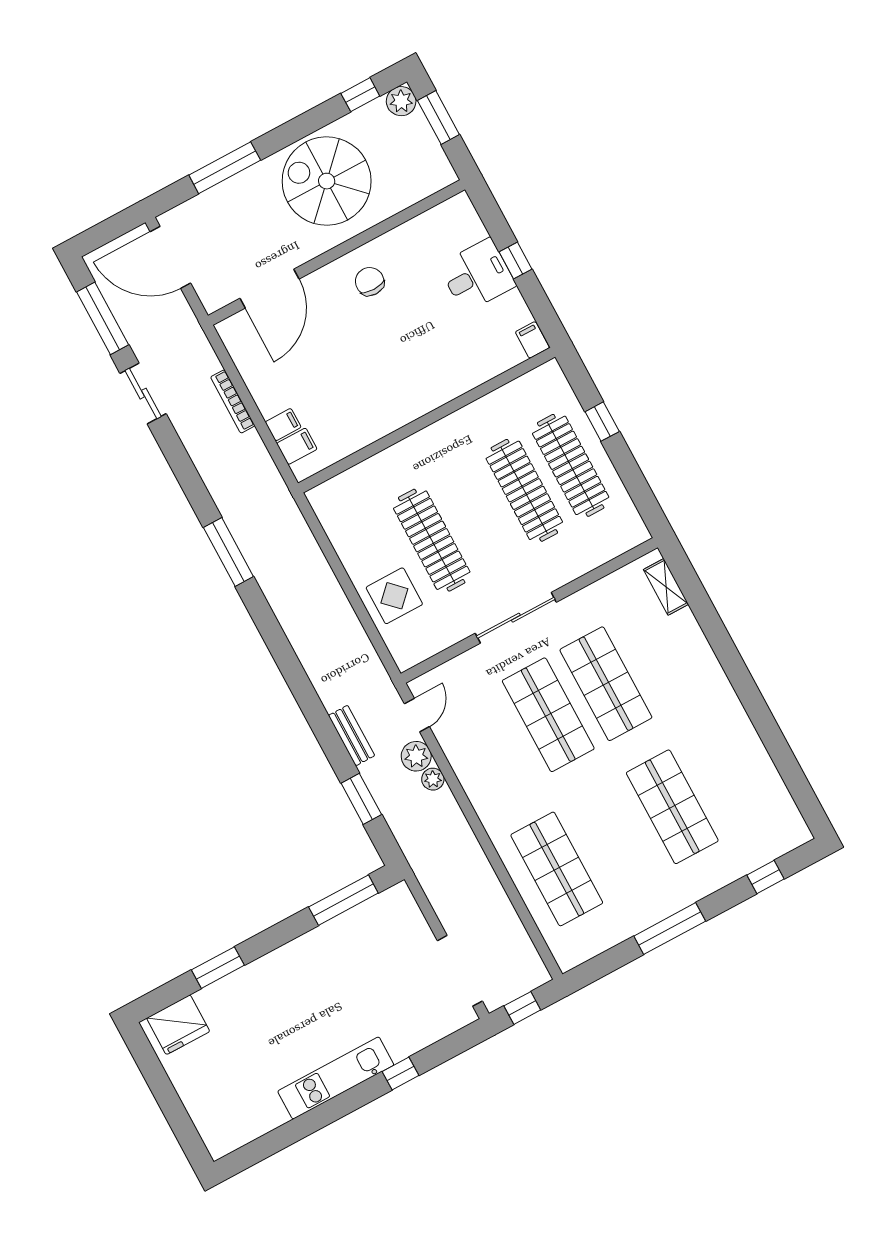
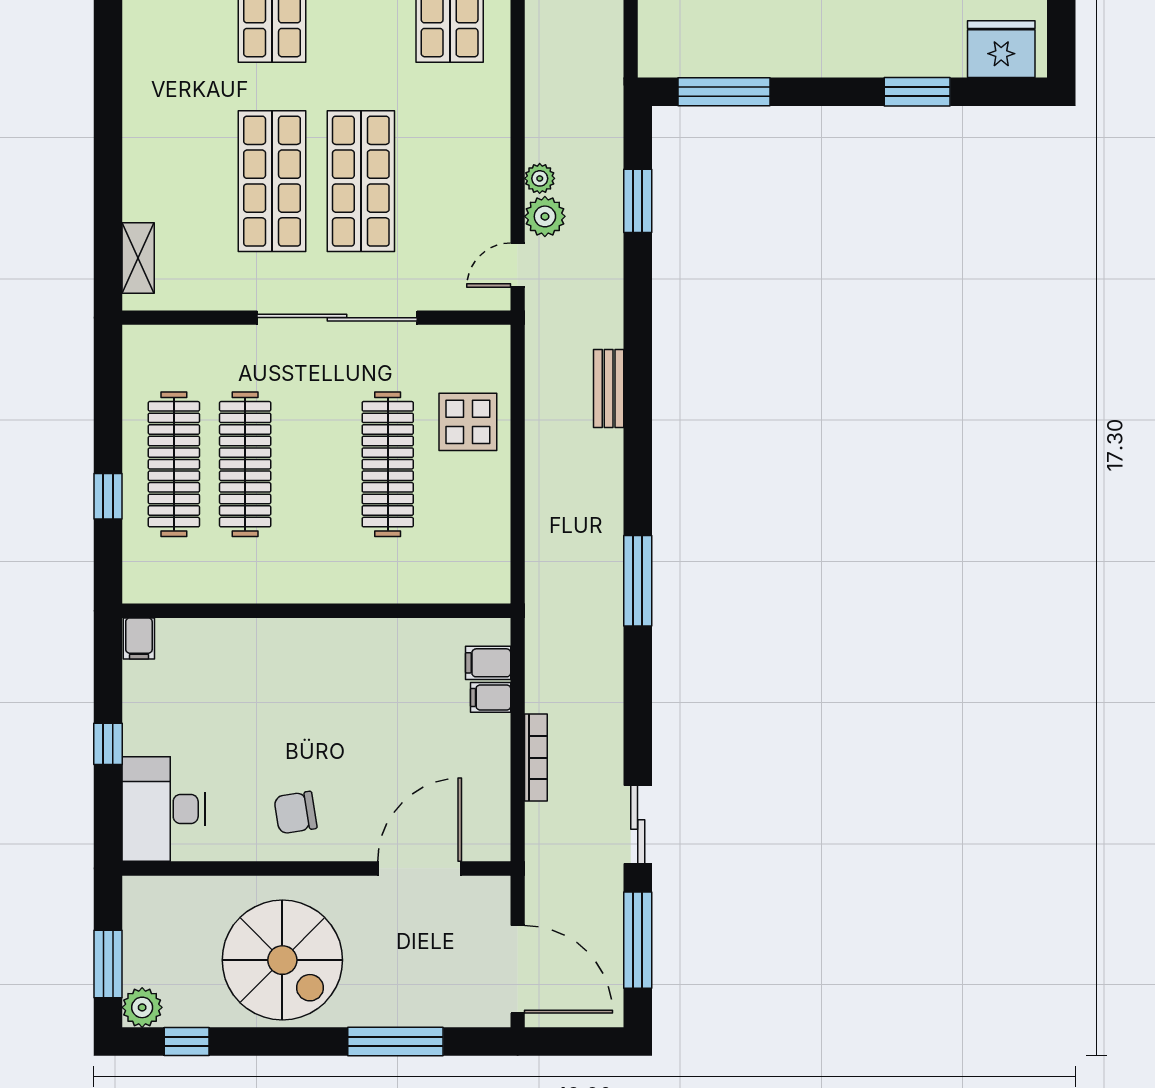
desk: (477, 275) -> (163, 809), moved, width x1.37
chair: (370, 282) -> (296, 813), turned 81
sliding door: (516, 618) -> (337, 318), width x1.36
bench: (352, 736) -> (609, 388), moved

